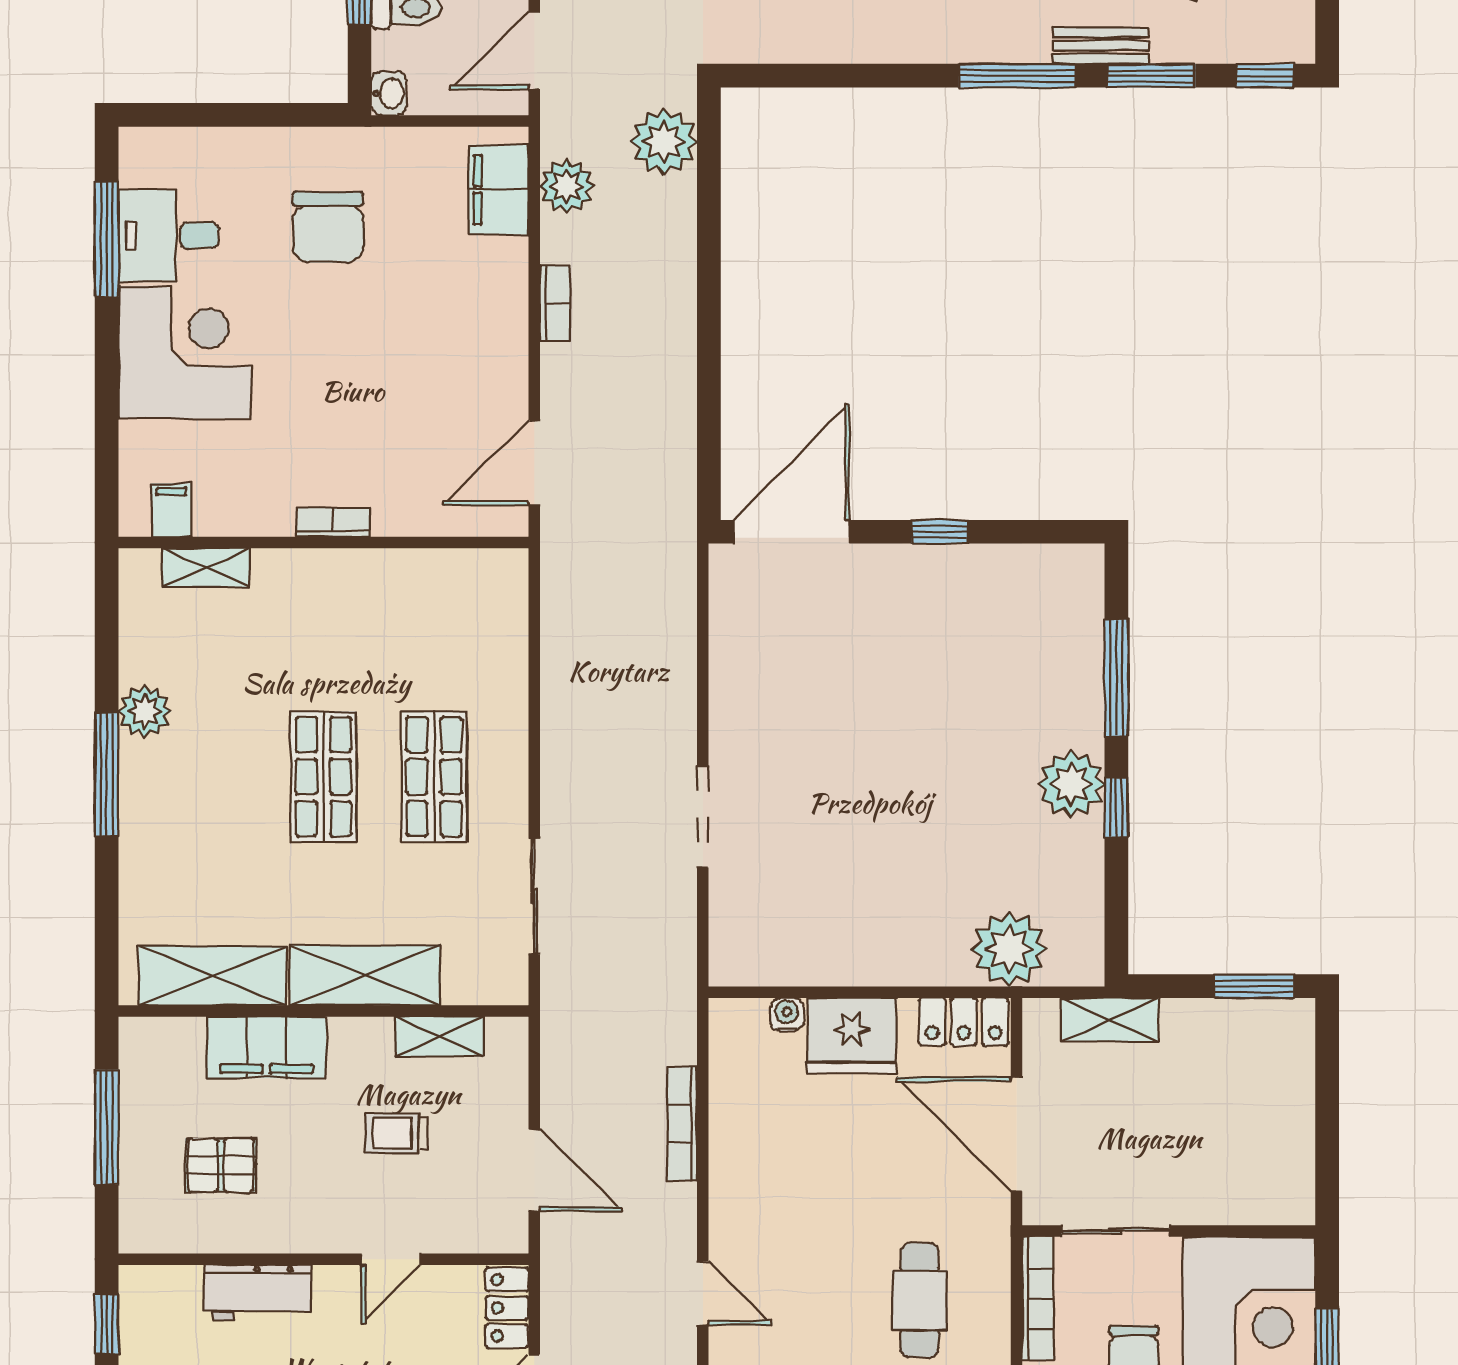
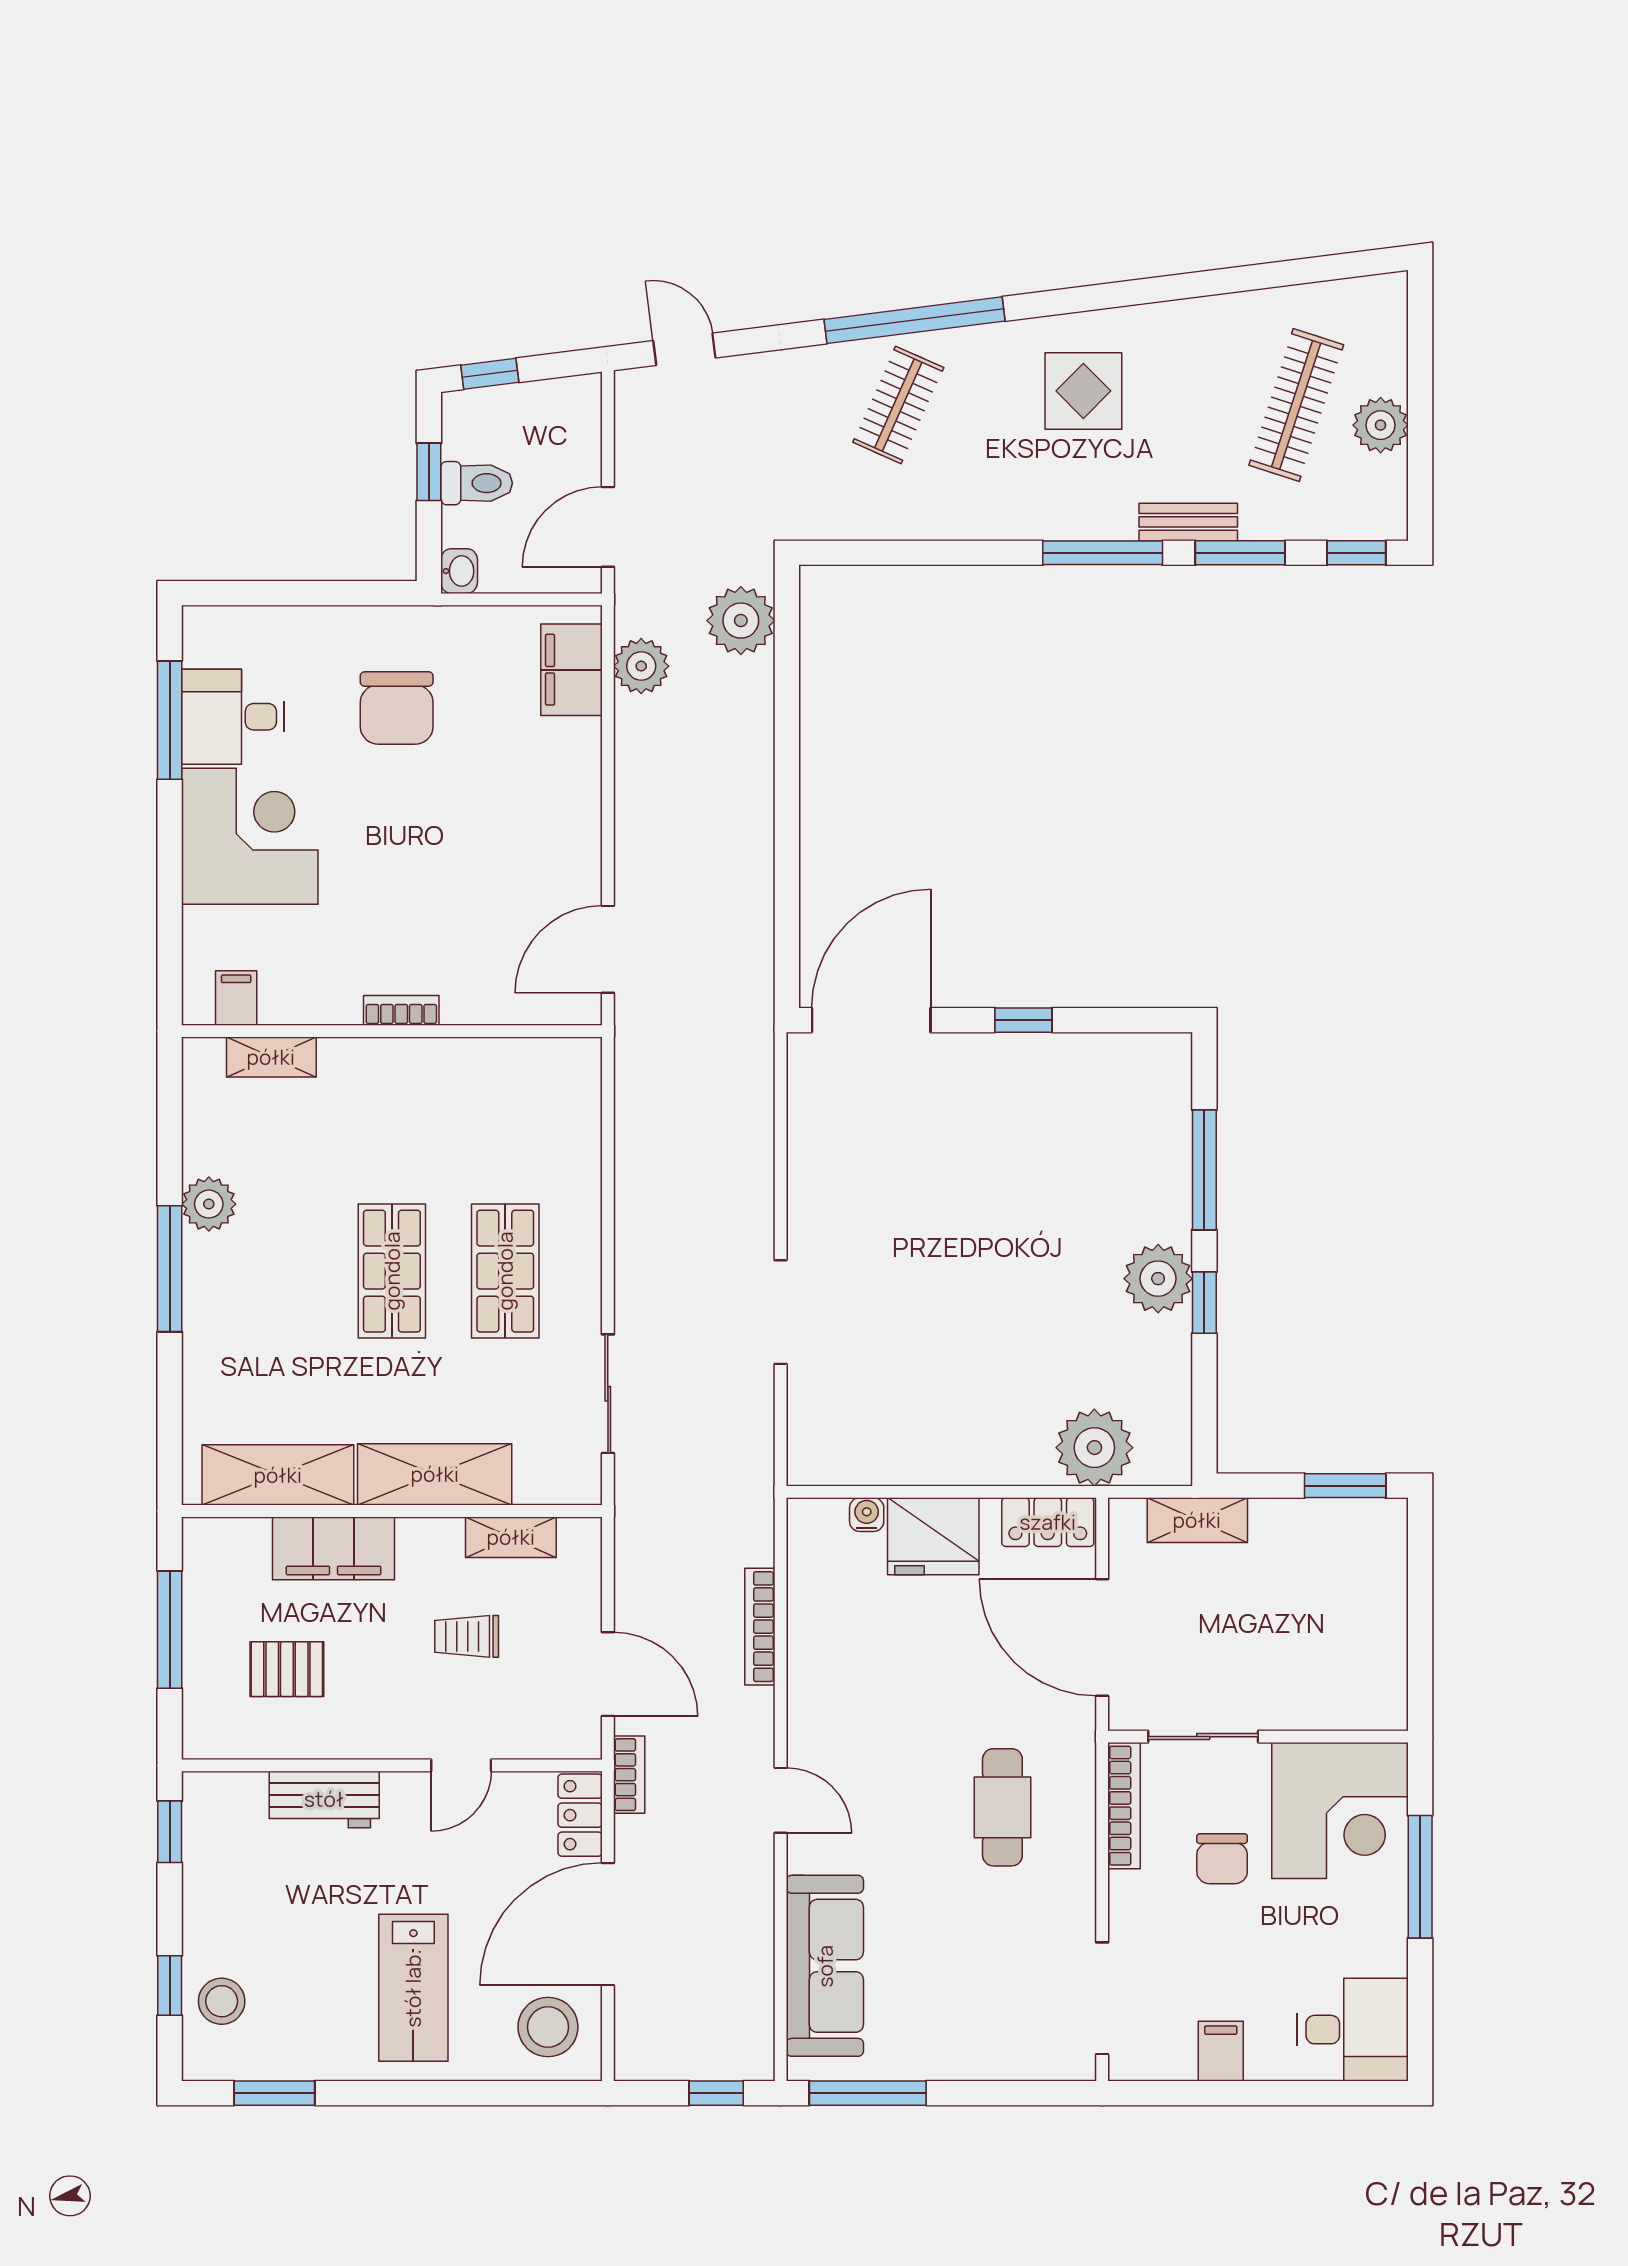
bookcase: (555, 303) -> (629, 1775), moved

